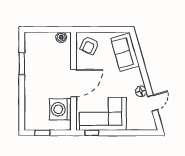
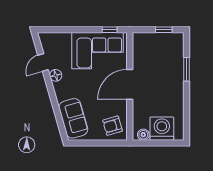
armchair: (89, 45) -> (113, 126), turned -131
window: (22, 64) -> (186, 69), moved
washing machine: (60, 109) -> (162, 129), moved, turned -90

